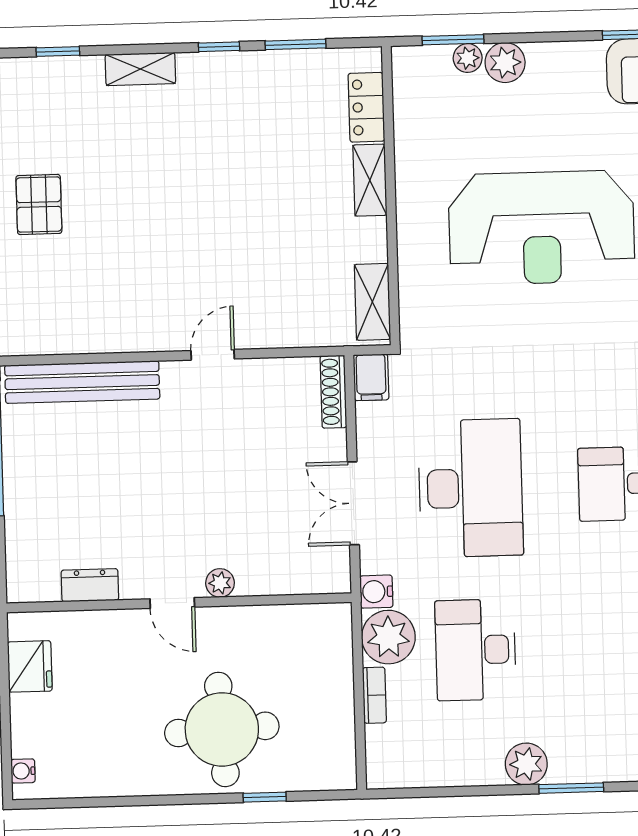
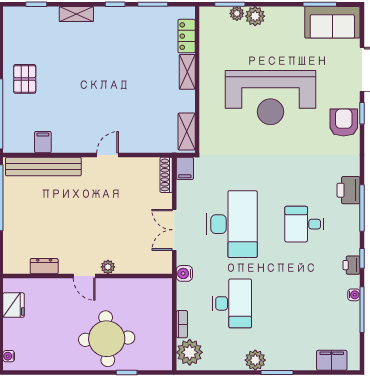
filing cabinet: (80, 332) -> (43, 142), added
plant: (388, 637) -> (190, 352), moved
desk: (475, 650) -> (232, 303), turned 180

